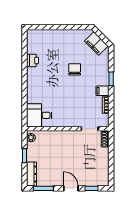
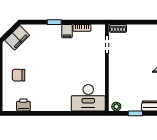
printer: (33, 60) -> (23, 105), moved
chair: (75, 69) -> (18, 75), moved
desk: (39, 115) -> (88, 98), width x1.37

